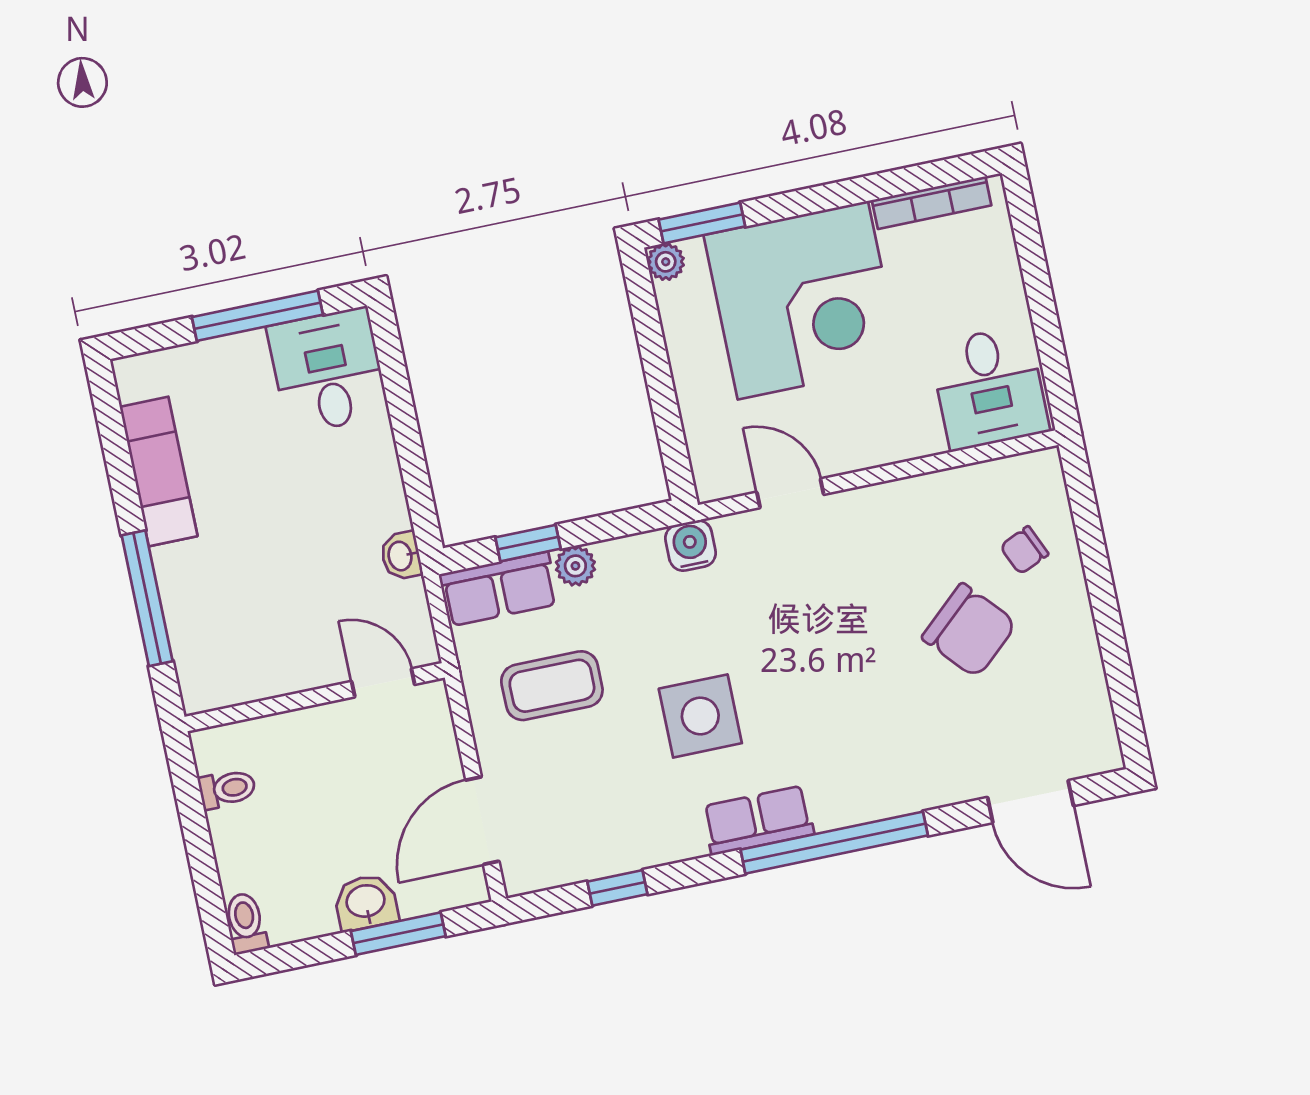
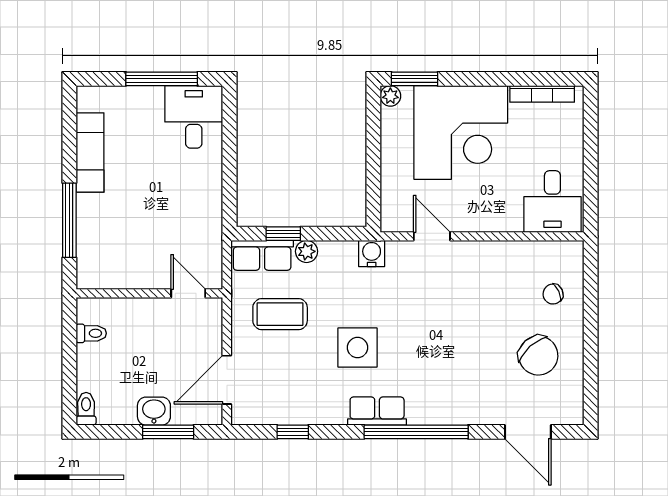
washbasin: (401, 556) -> (213, 226), removed
chair: (969, 630) -> (538, 356), moved

